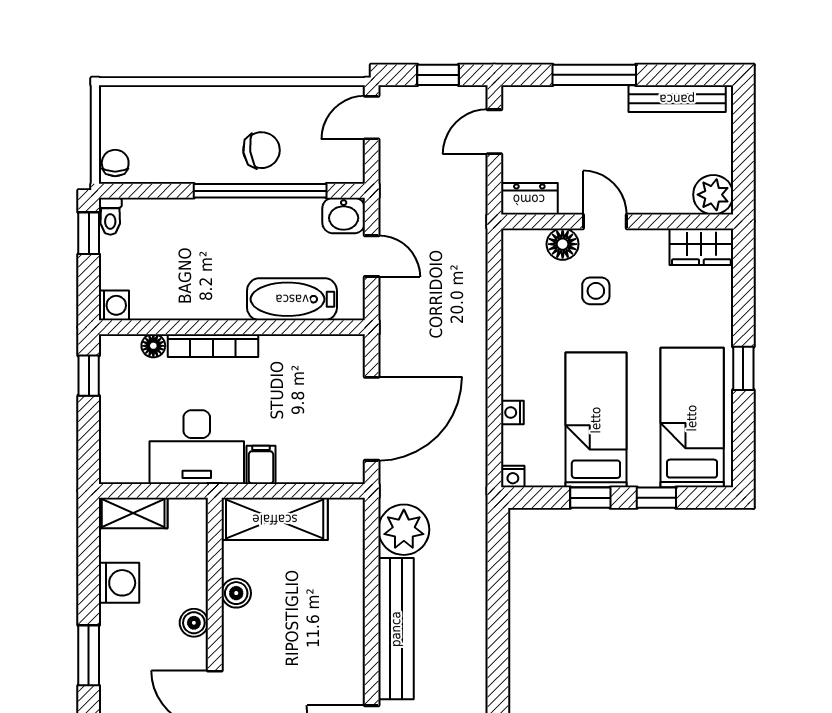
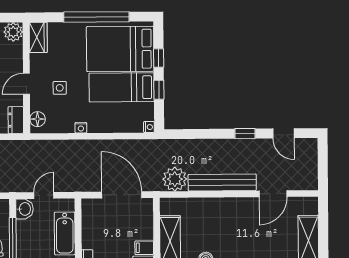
floor lamp: (563, 244) -> (38, 119), moved
window: (743, 368) -> (96, 17), width x3.17
nightstand: (512, 413) -> (81, 128), moved
bed: (692, 418) -> (120, 49), width x1.50
window: (498, 677) -> (245, 134), added

